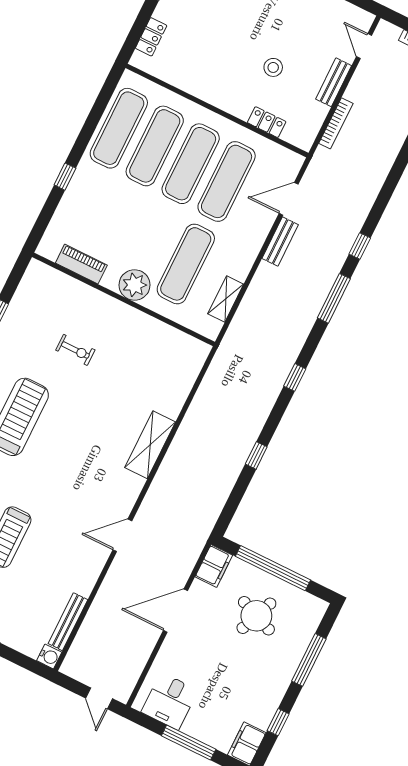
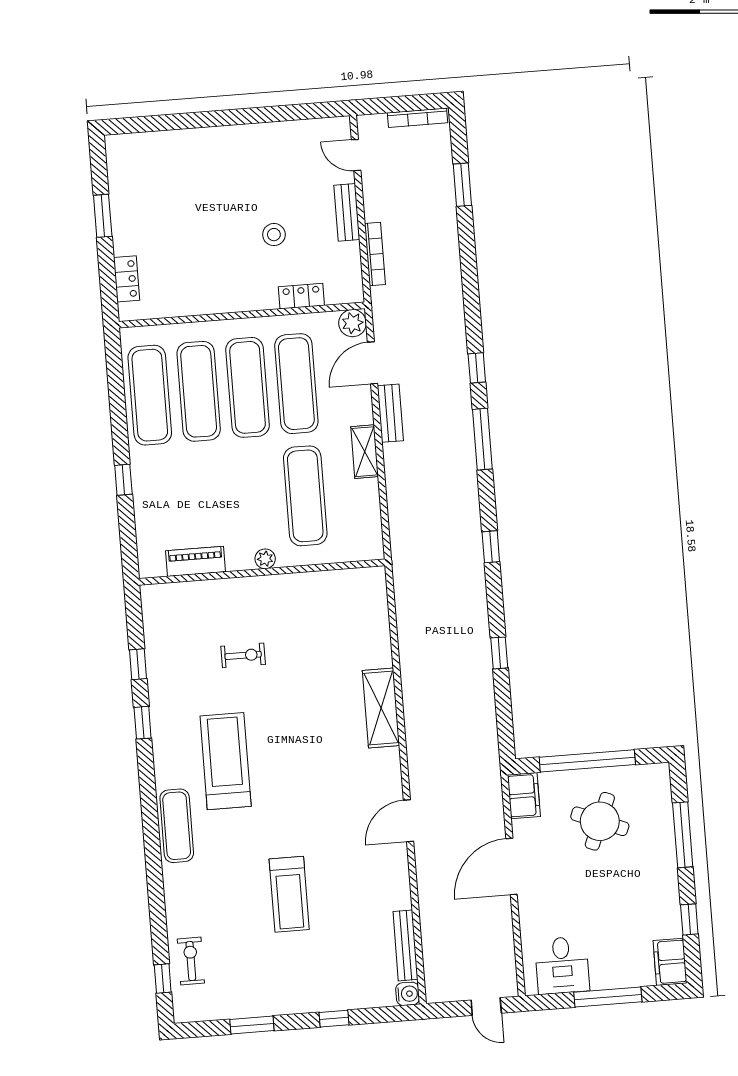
plant: (291, 162) -> (353, 323), added
plant: (134, 285) -> (265, 559), width x0.53, depth x0.53
shelving: (226, 299) -> (365, 452), moved

